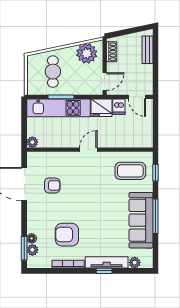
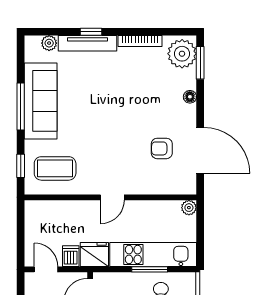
armchair: (67, 235) -> (142, 81), removed
floor lamp: (32, 238) -> (190, 97), moved
plant: (32, 250) -> (182, 54), width x1.87, depth x1.87

